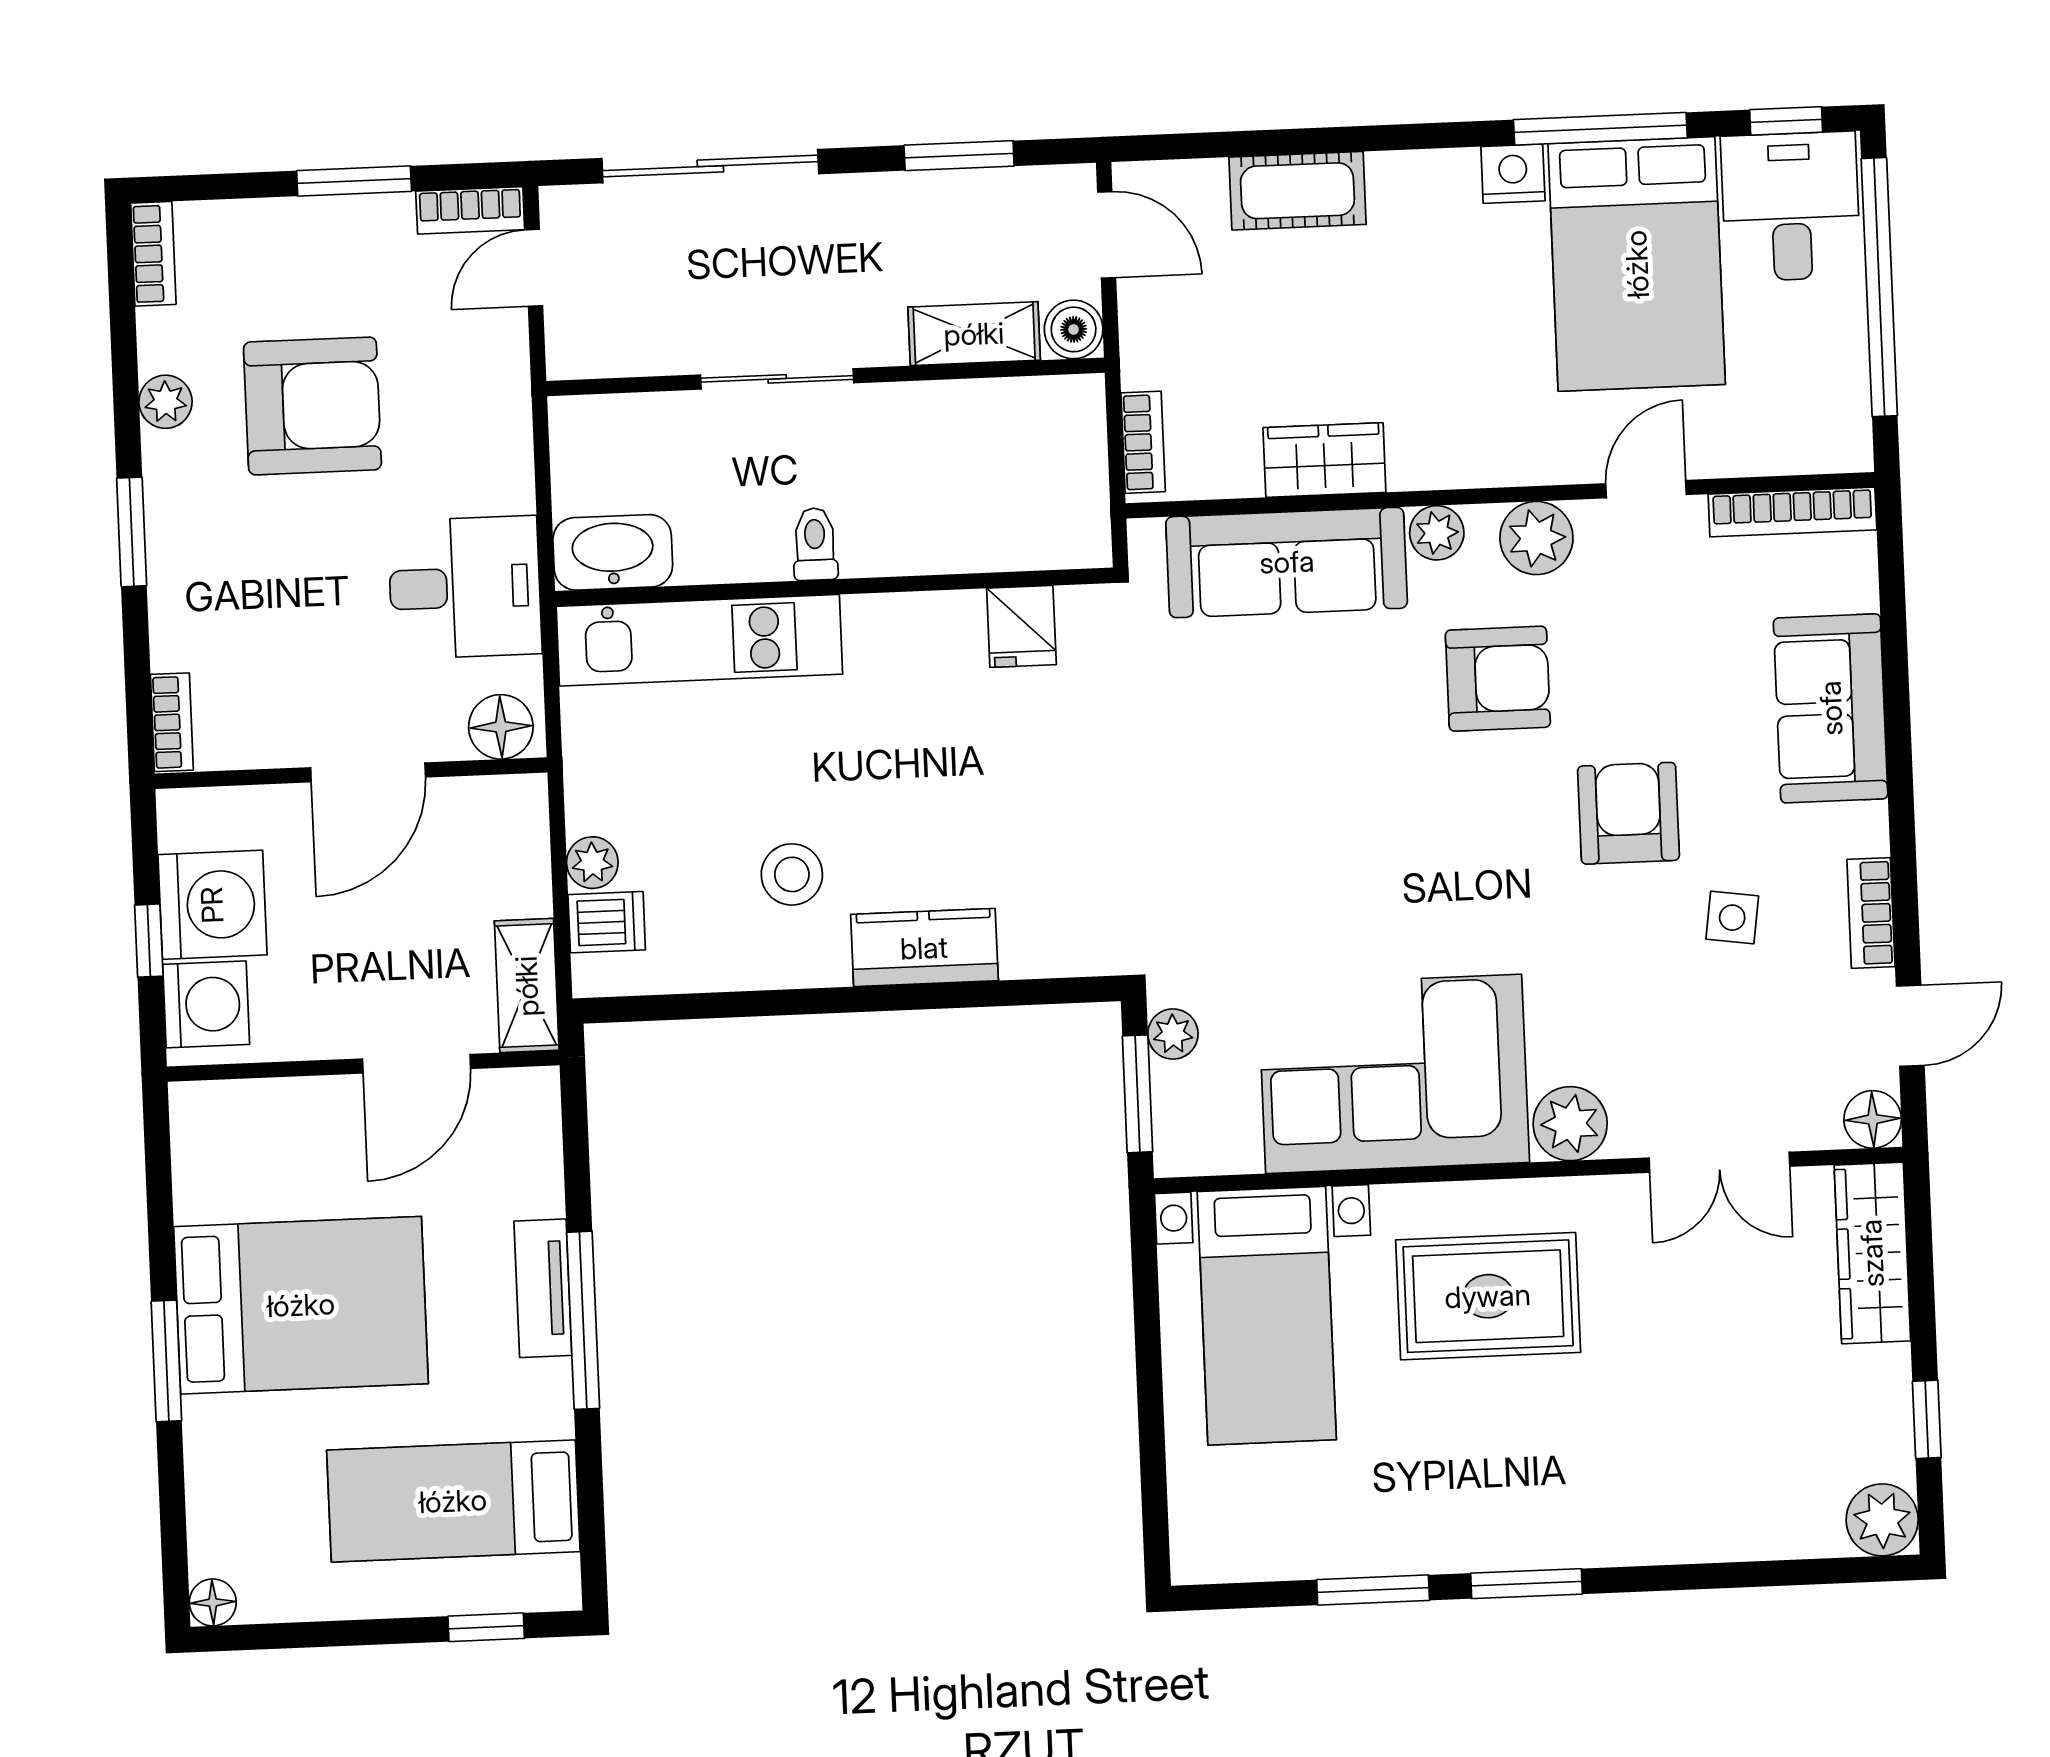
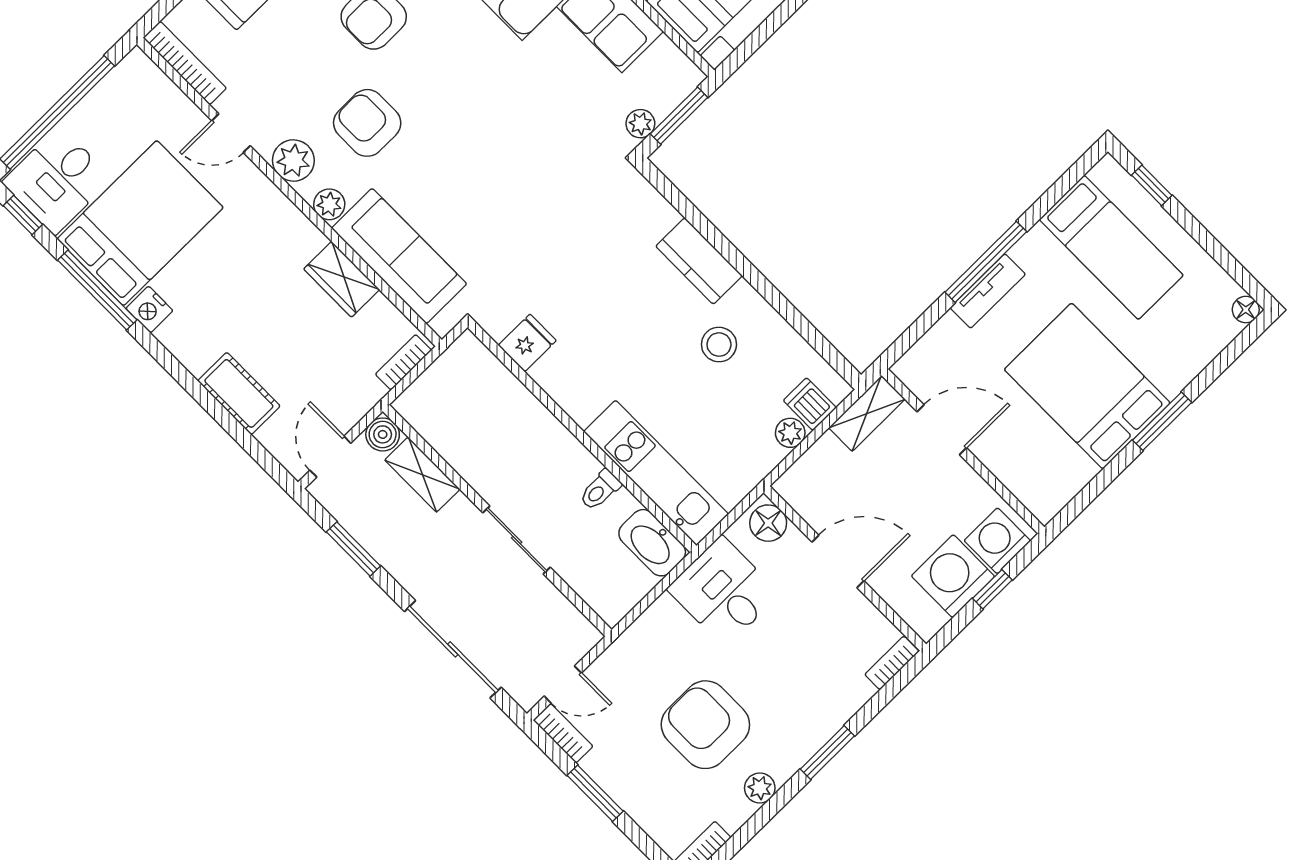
toilet: (815, 544) -> (600, 490), moved

